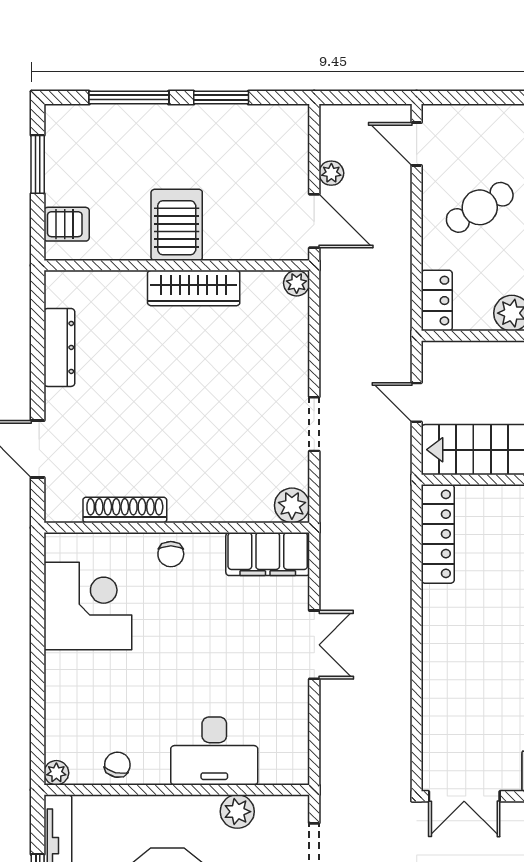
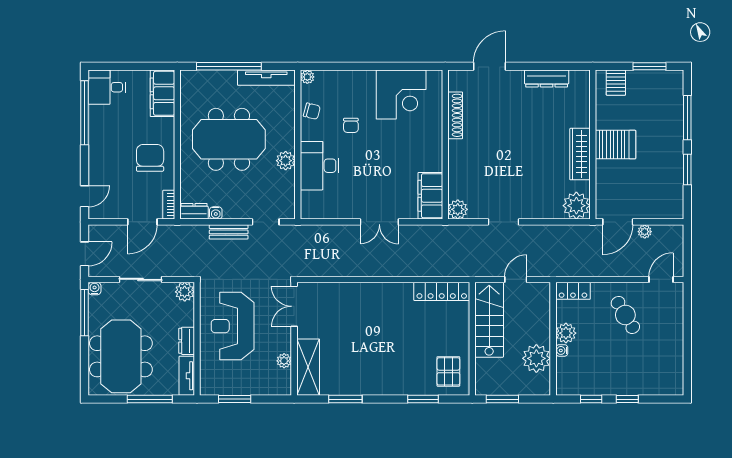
plant: (297, 283) -> (576, 206), width x1.87, depth x1.87
chair: (171, 554) -> (351, 125), moved, turned -90
plant: (237, 812) -> (286, 161), moved

